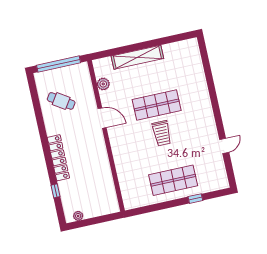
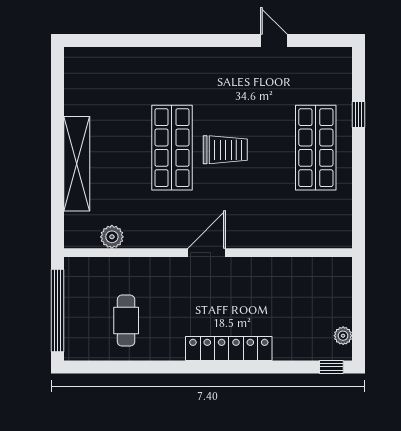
cafe table: (61, 101) -> (126, 321), turned -33
door: (102, 118) -> (207, 253), moved
window: (55, 191) -> (331, 367), moved

